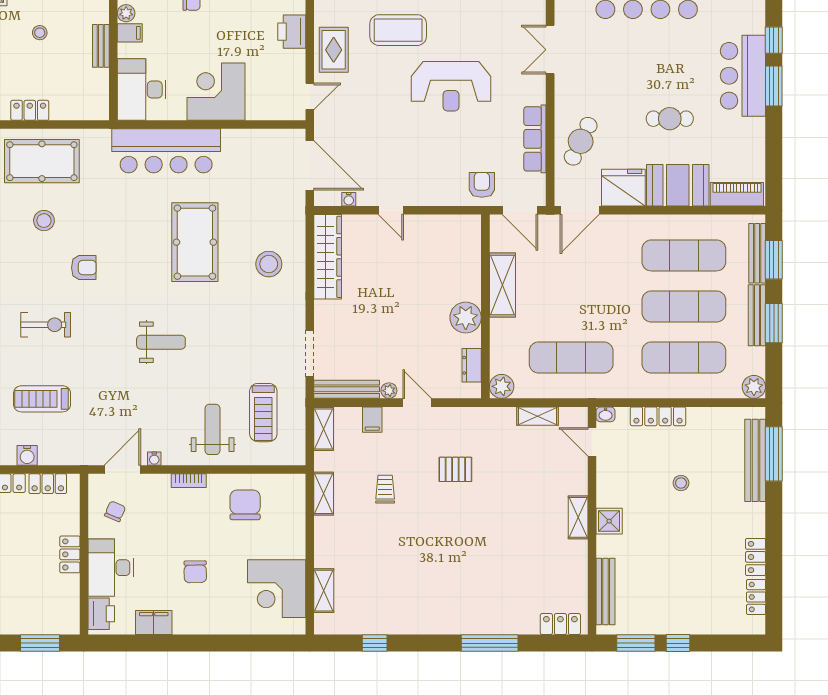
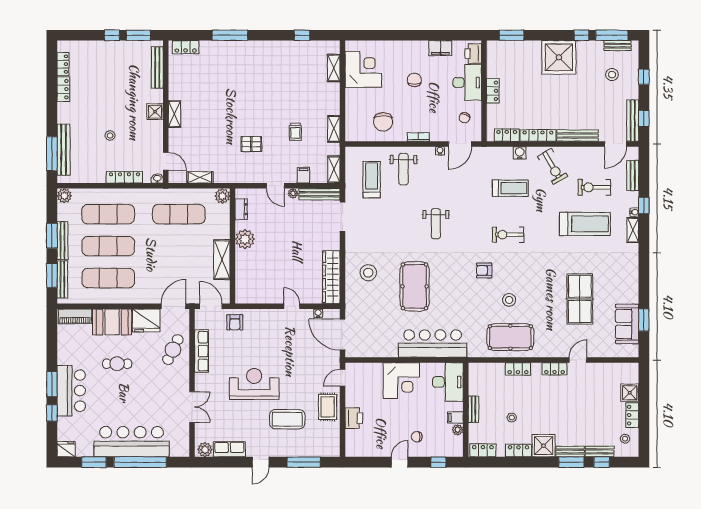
weight bench: (161, 342) -> (436, 224), turned -90

